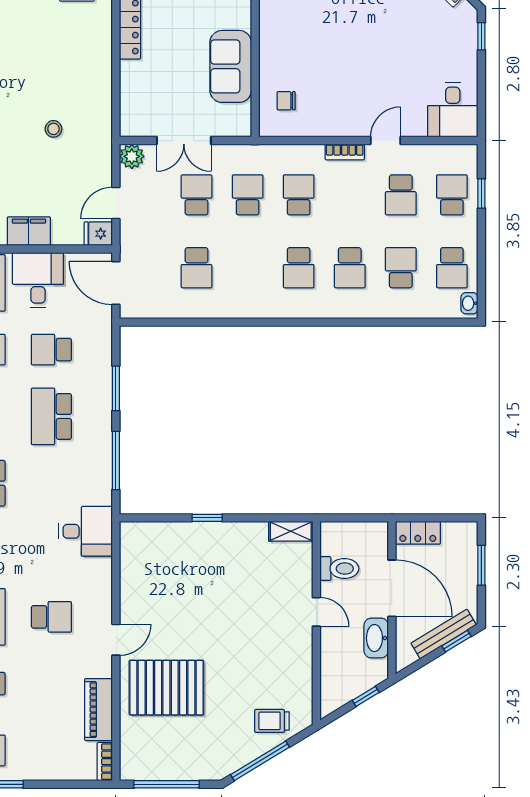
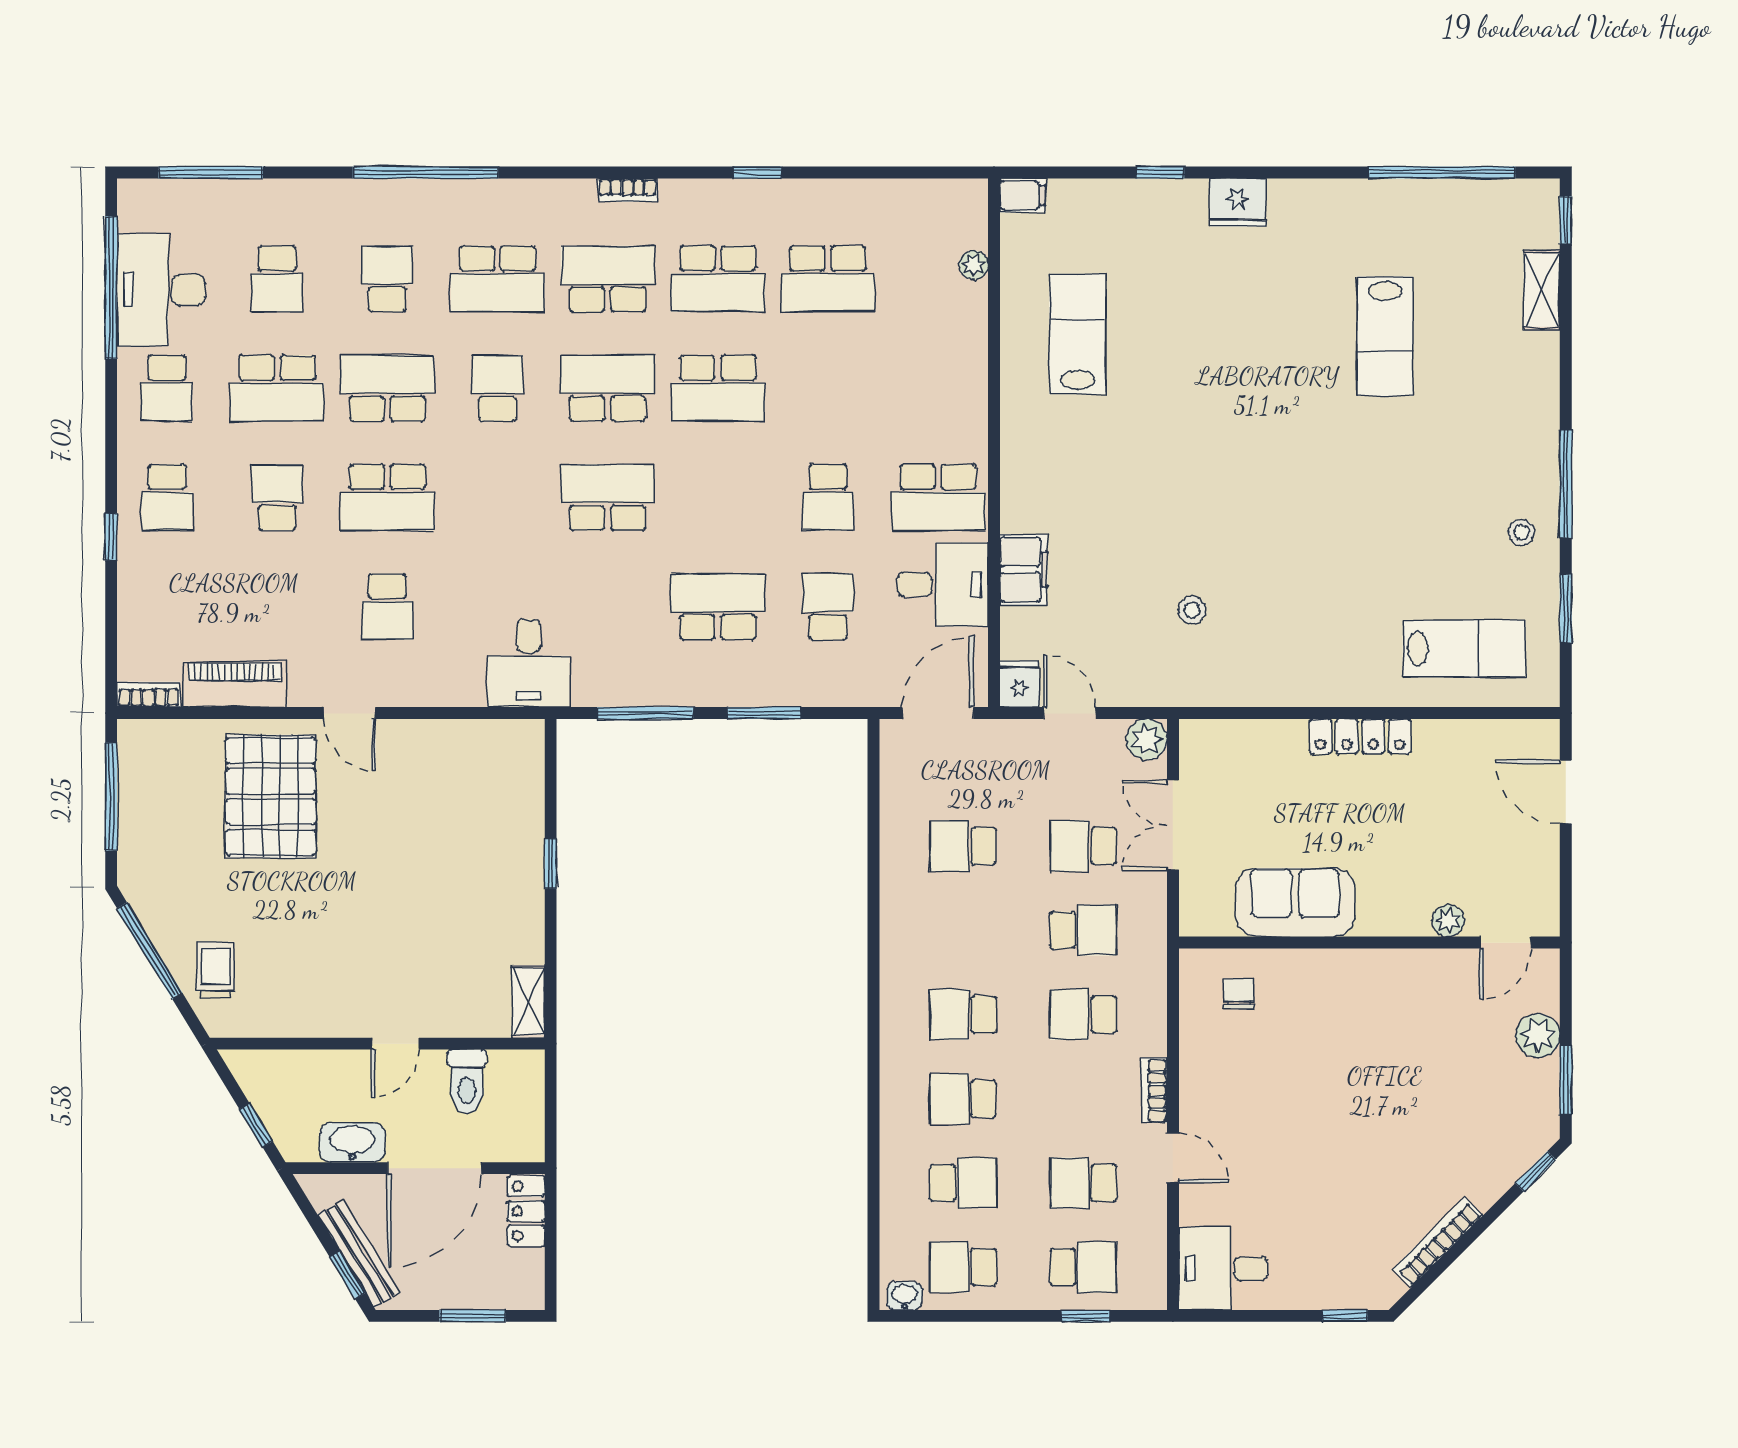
school desk: (197, 195) -> (1083, 846), turned 180
school desk: (299, 195) -> (1083, 1014), turned 180

